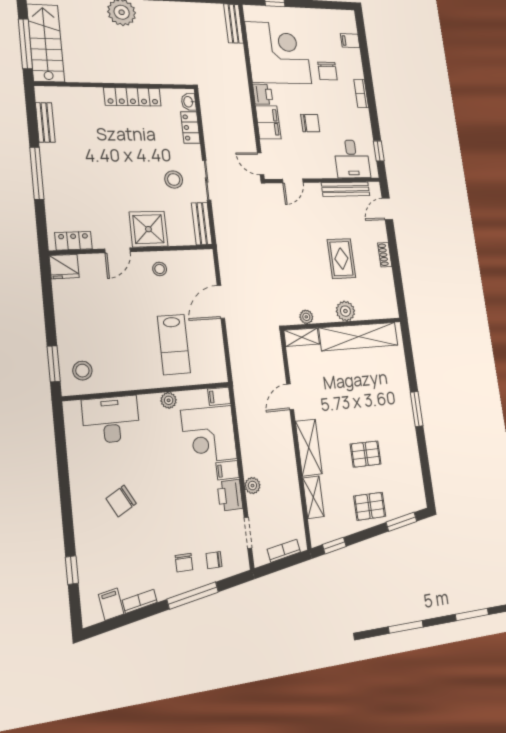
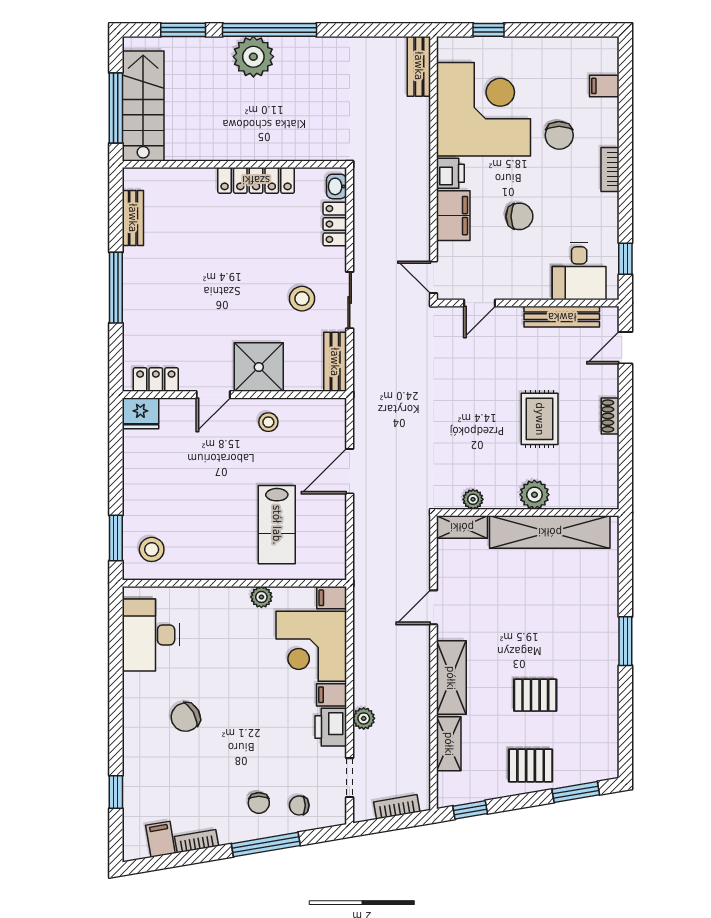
desk: (111, 420) -> (151, 635), moved, turned -90

